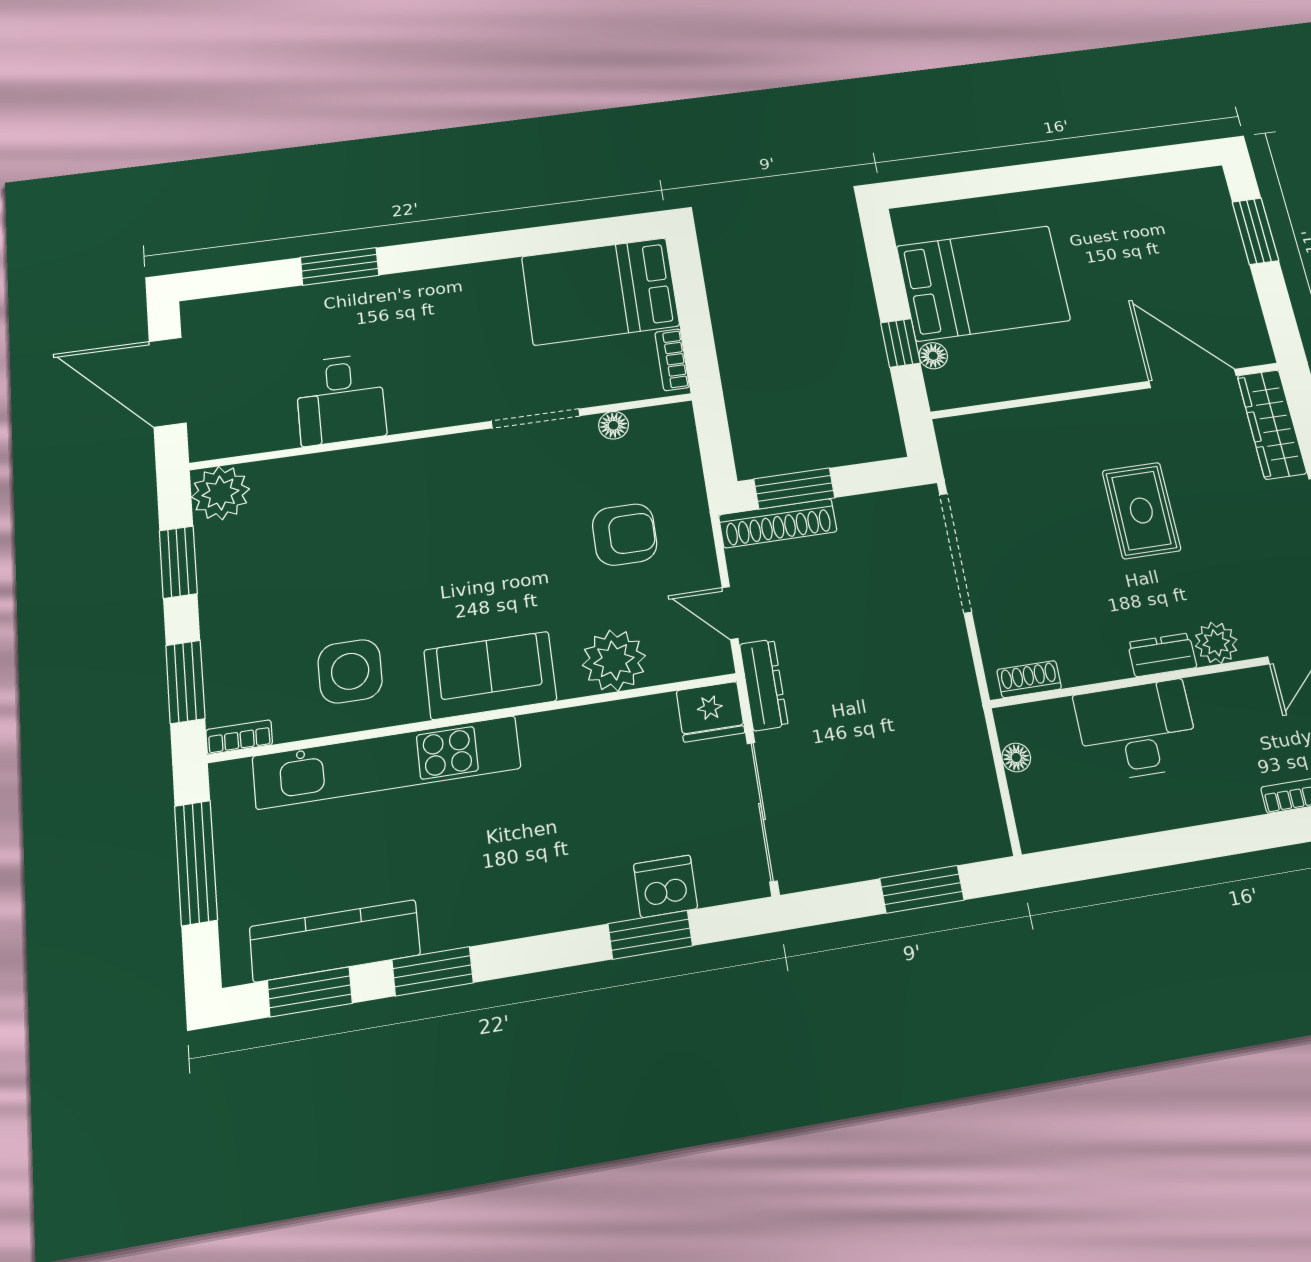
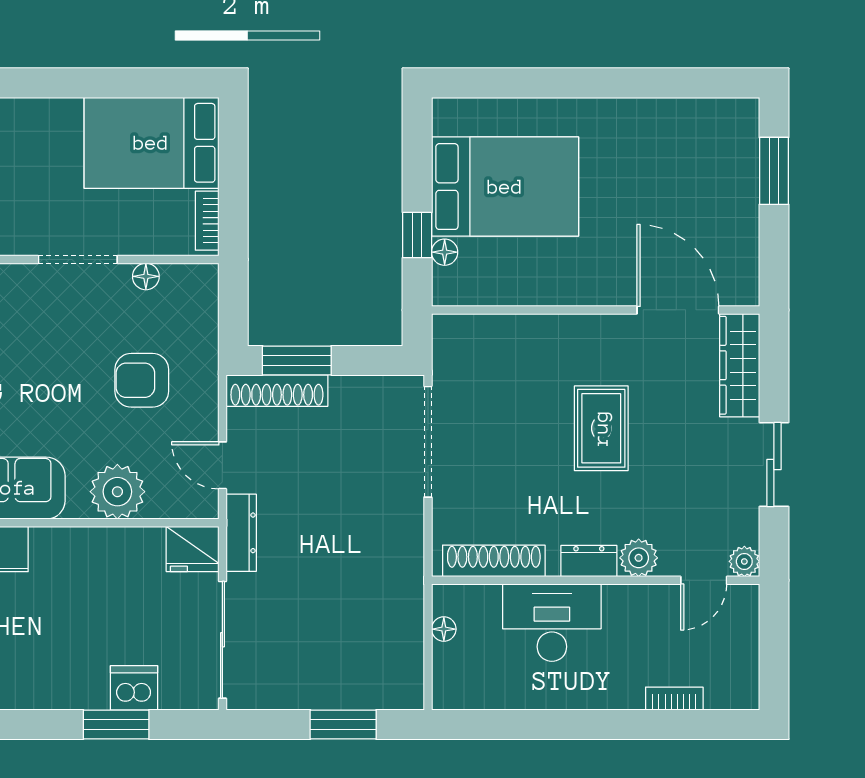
armchair: (625, 535) -> (142, 380), turned 180
shoe rack: (1029, 679) -> (494, 561), width x1.94, depth x1.24

